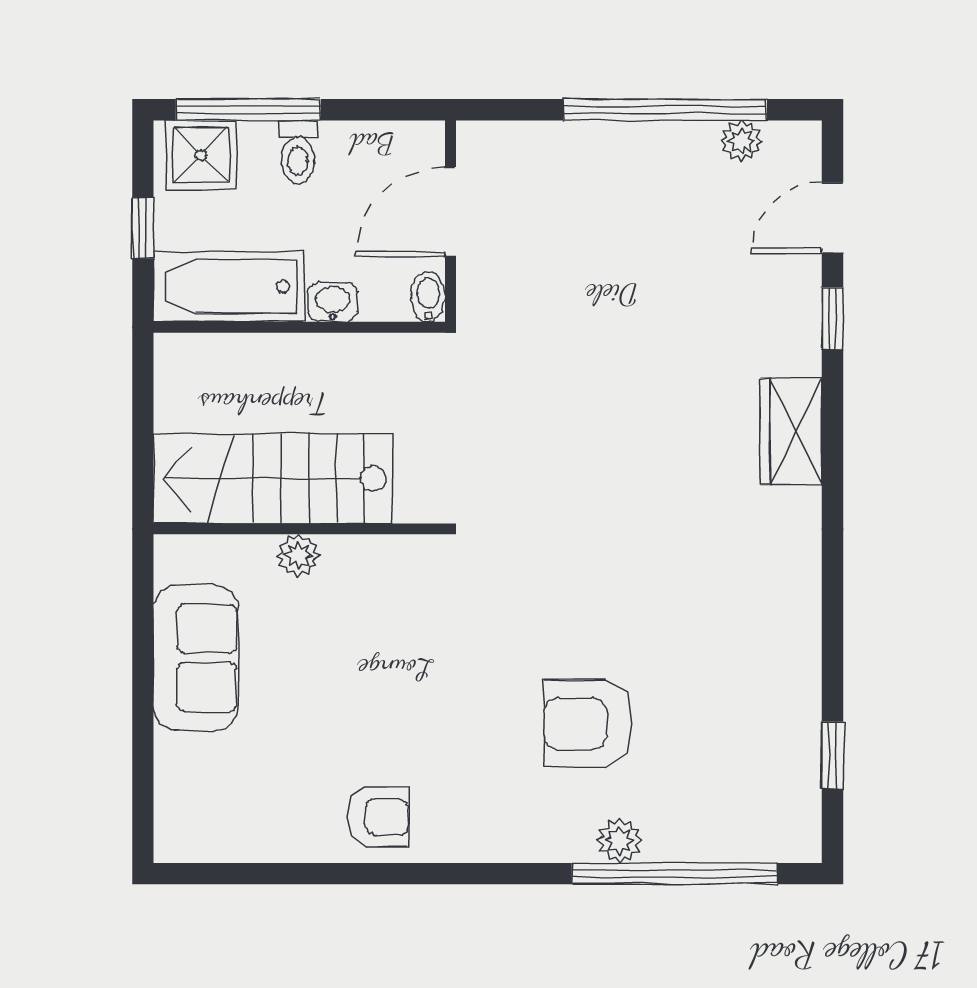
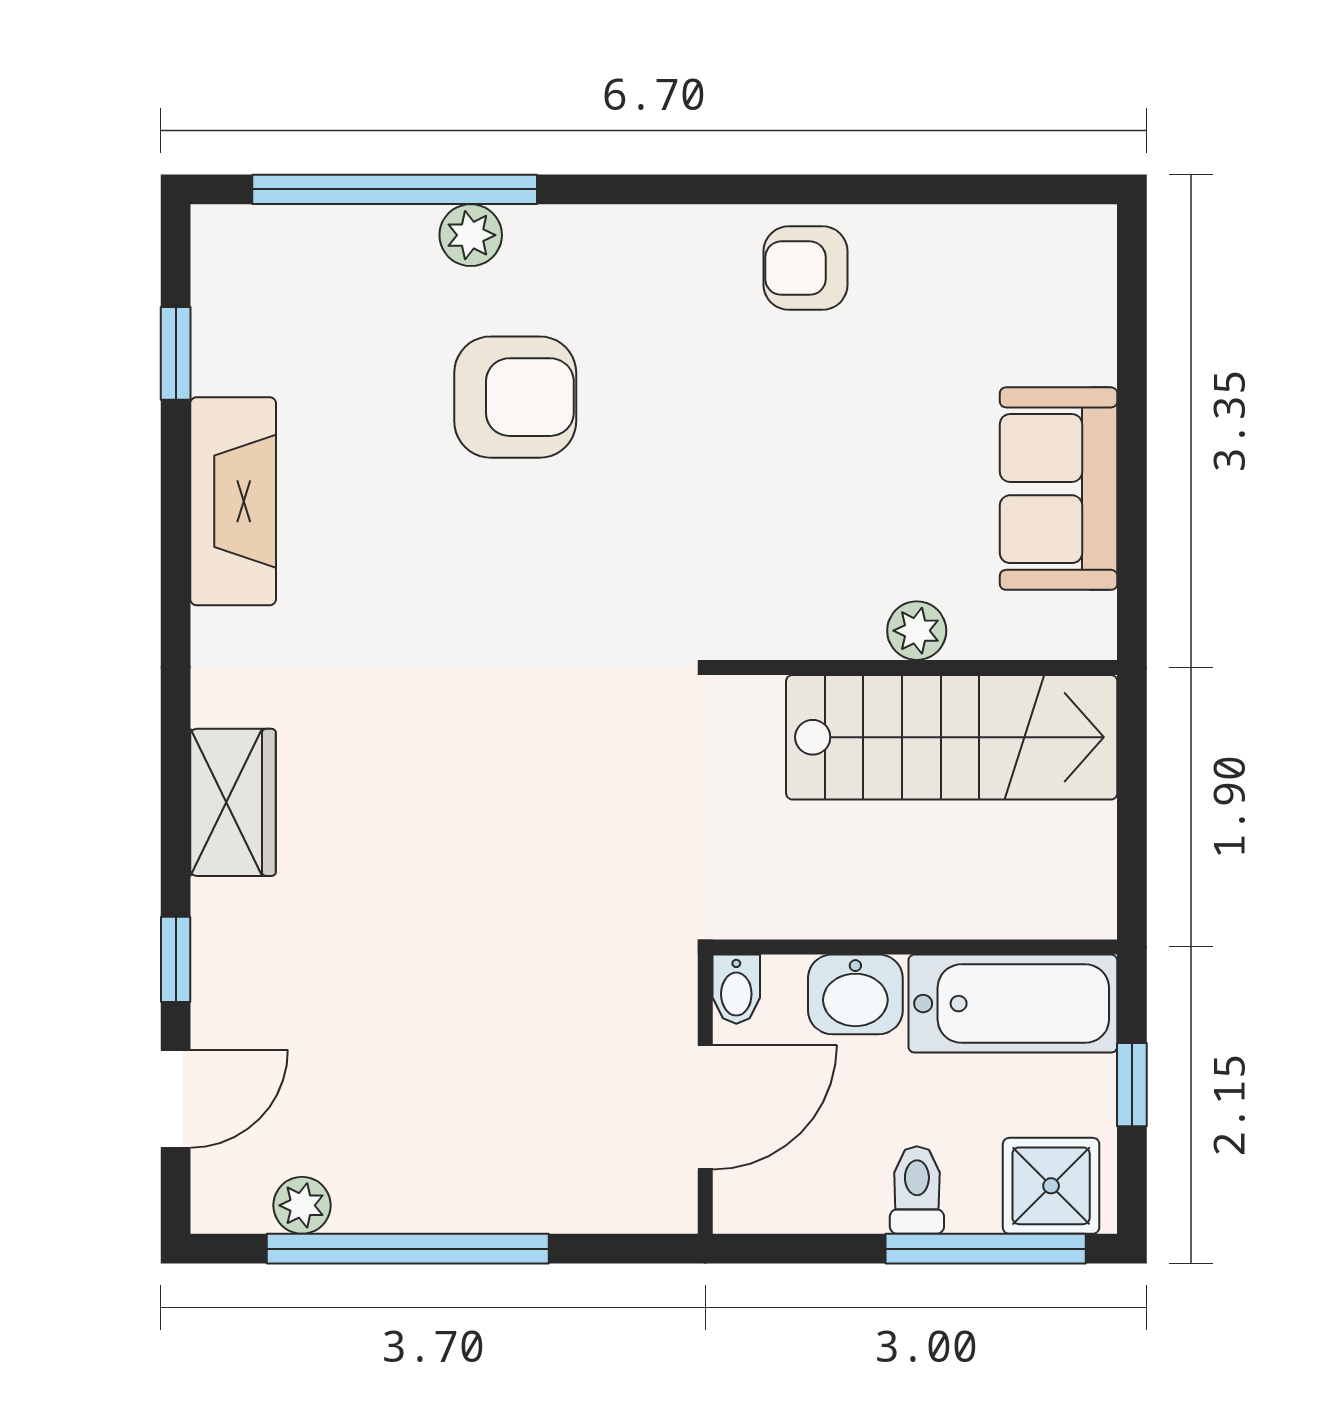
washbasin: (333, 302) -> (855, 994), width x1.38, depth x1.45
fireplace: (791, 649) -> (233, 501), added

